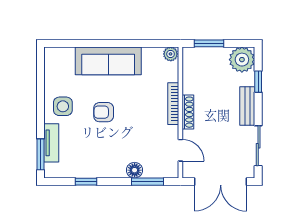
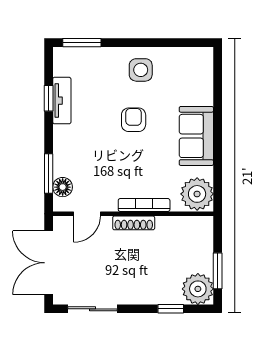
window: (209, 43) -> (218, 271), moved
plant: (171, 54) -> (197, 194), width x1.87, depth x1.87
sofa: (108, 61) -> (196, 136), width x0.73
bench: (247, 106) -> (141, 295), removed
tv unit: (51, 143) -> (62, 101), moved, turned -90
floor lamp: (135, 170) -> (63, 187), moved

